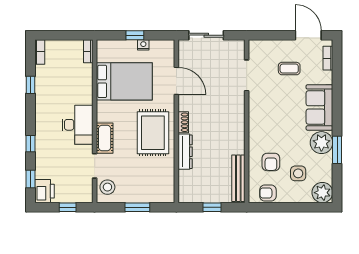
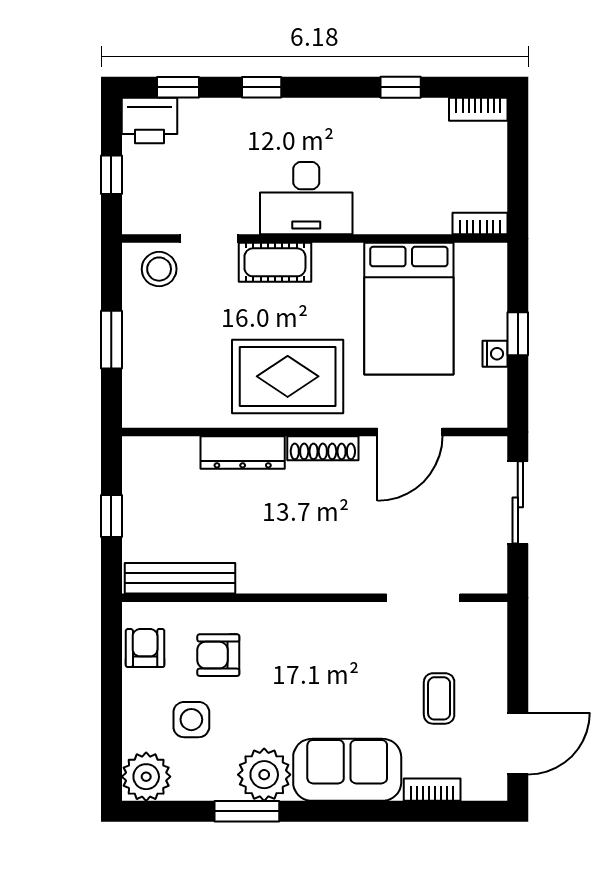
bookcase: (328, 58) -> (432, 790), moved
shoe rack: (183, 122) -> (323, 448), width x1.43

